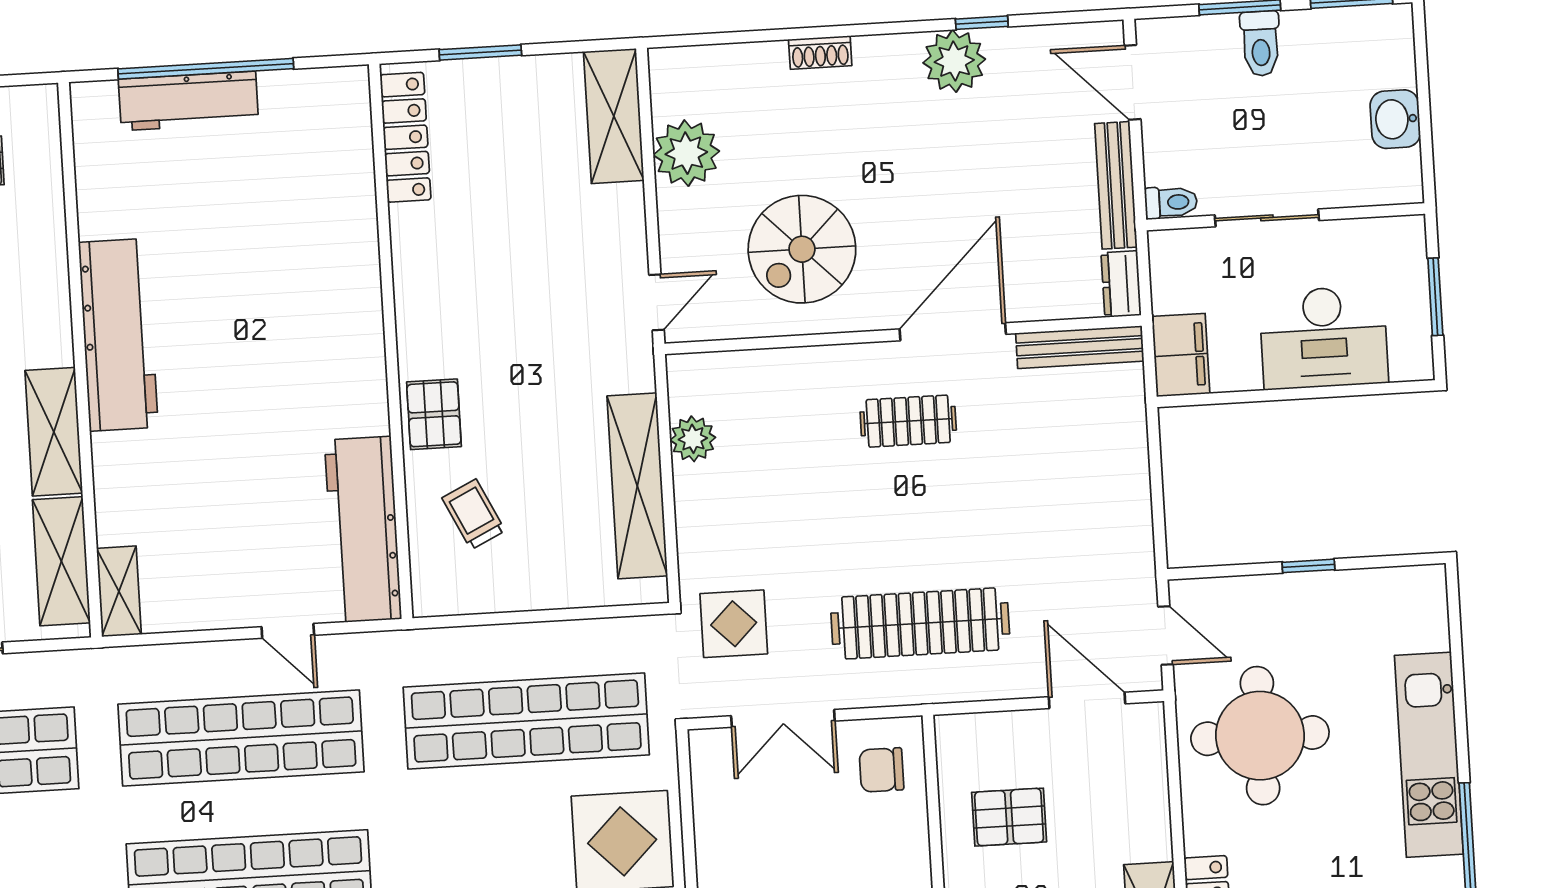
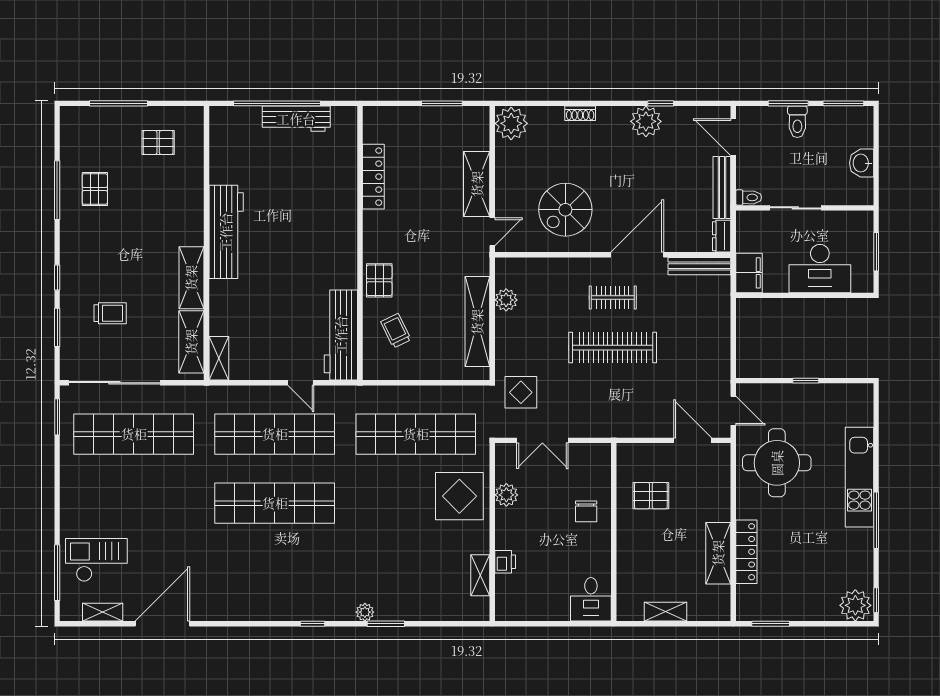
window: (480, 52) -> (442, 103), moved
workbench: (188, 101) -> (296, 119), moved
shelving: (614, 116) -> (477, 184), moved
locker: (405, 137) -> (373, 177), moved
plant: (686, 153) -> (511, 123), moved
clothes rail: (920, 623) -> (613, 348), moved
chair: (882, 770) -> (586, 511), moved, turned -90
plant: (717, 833) -> (506, 495), added

